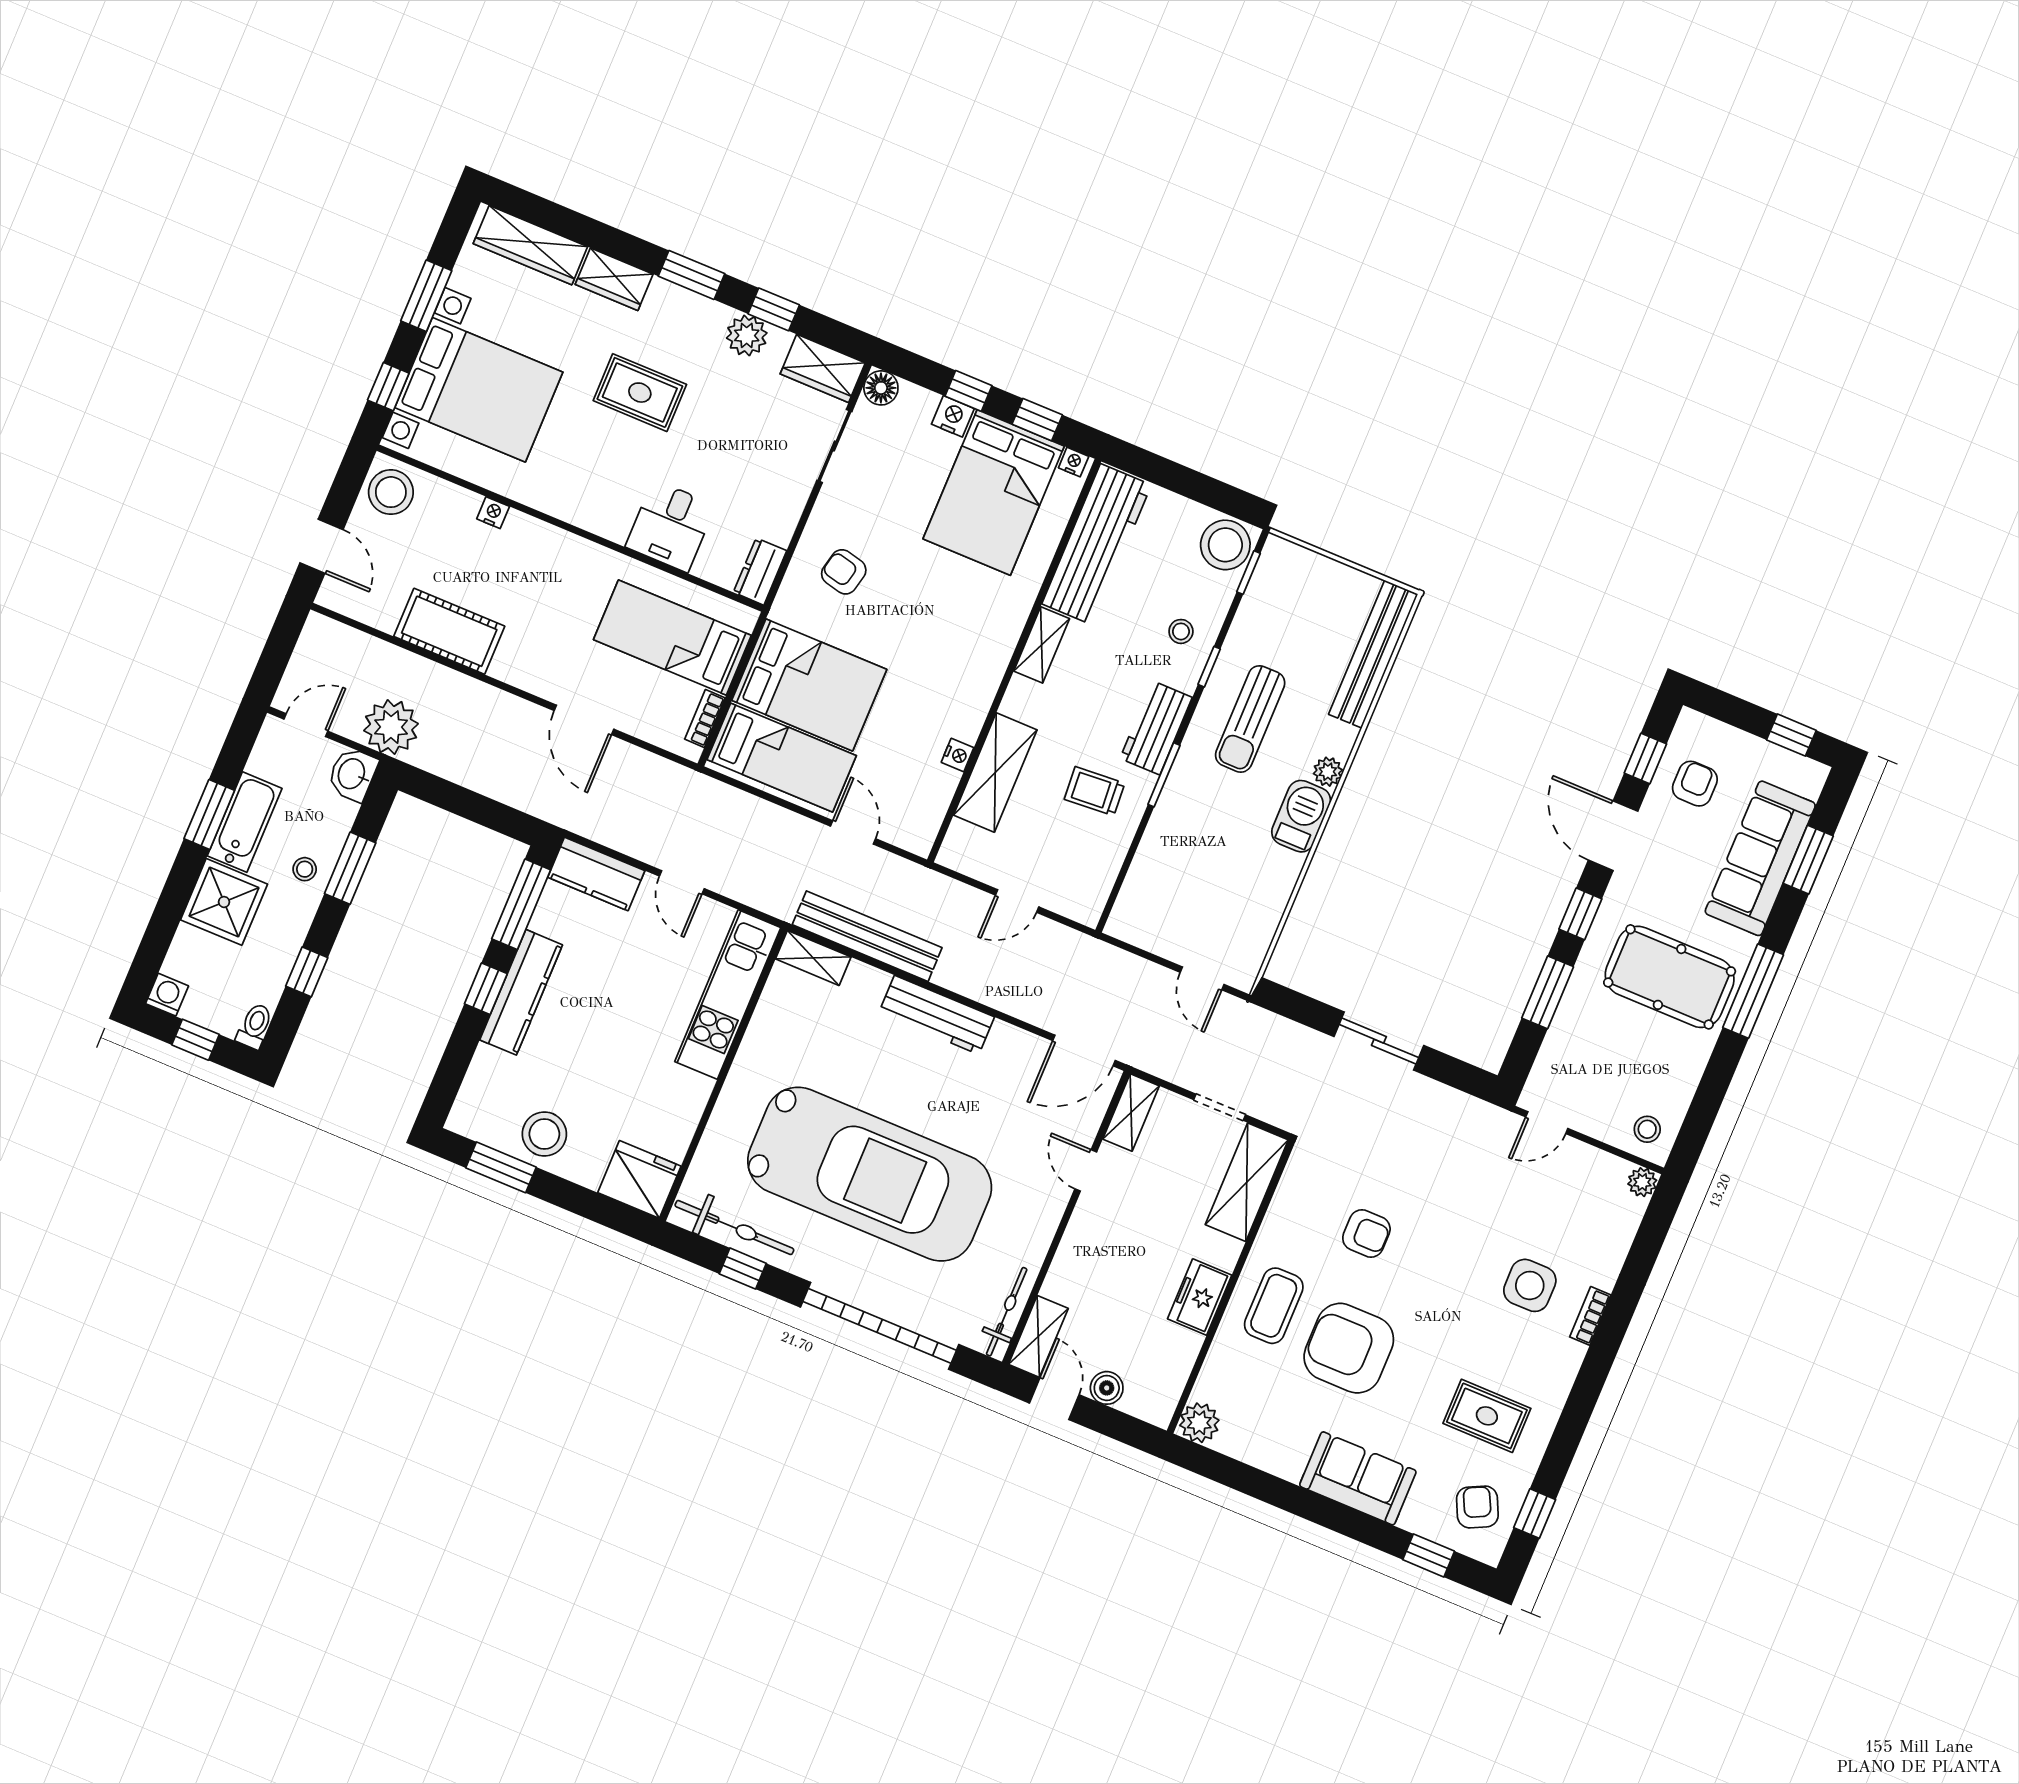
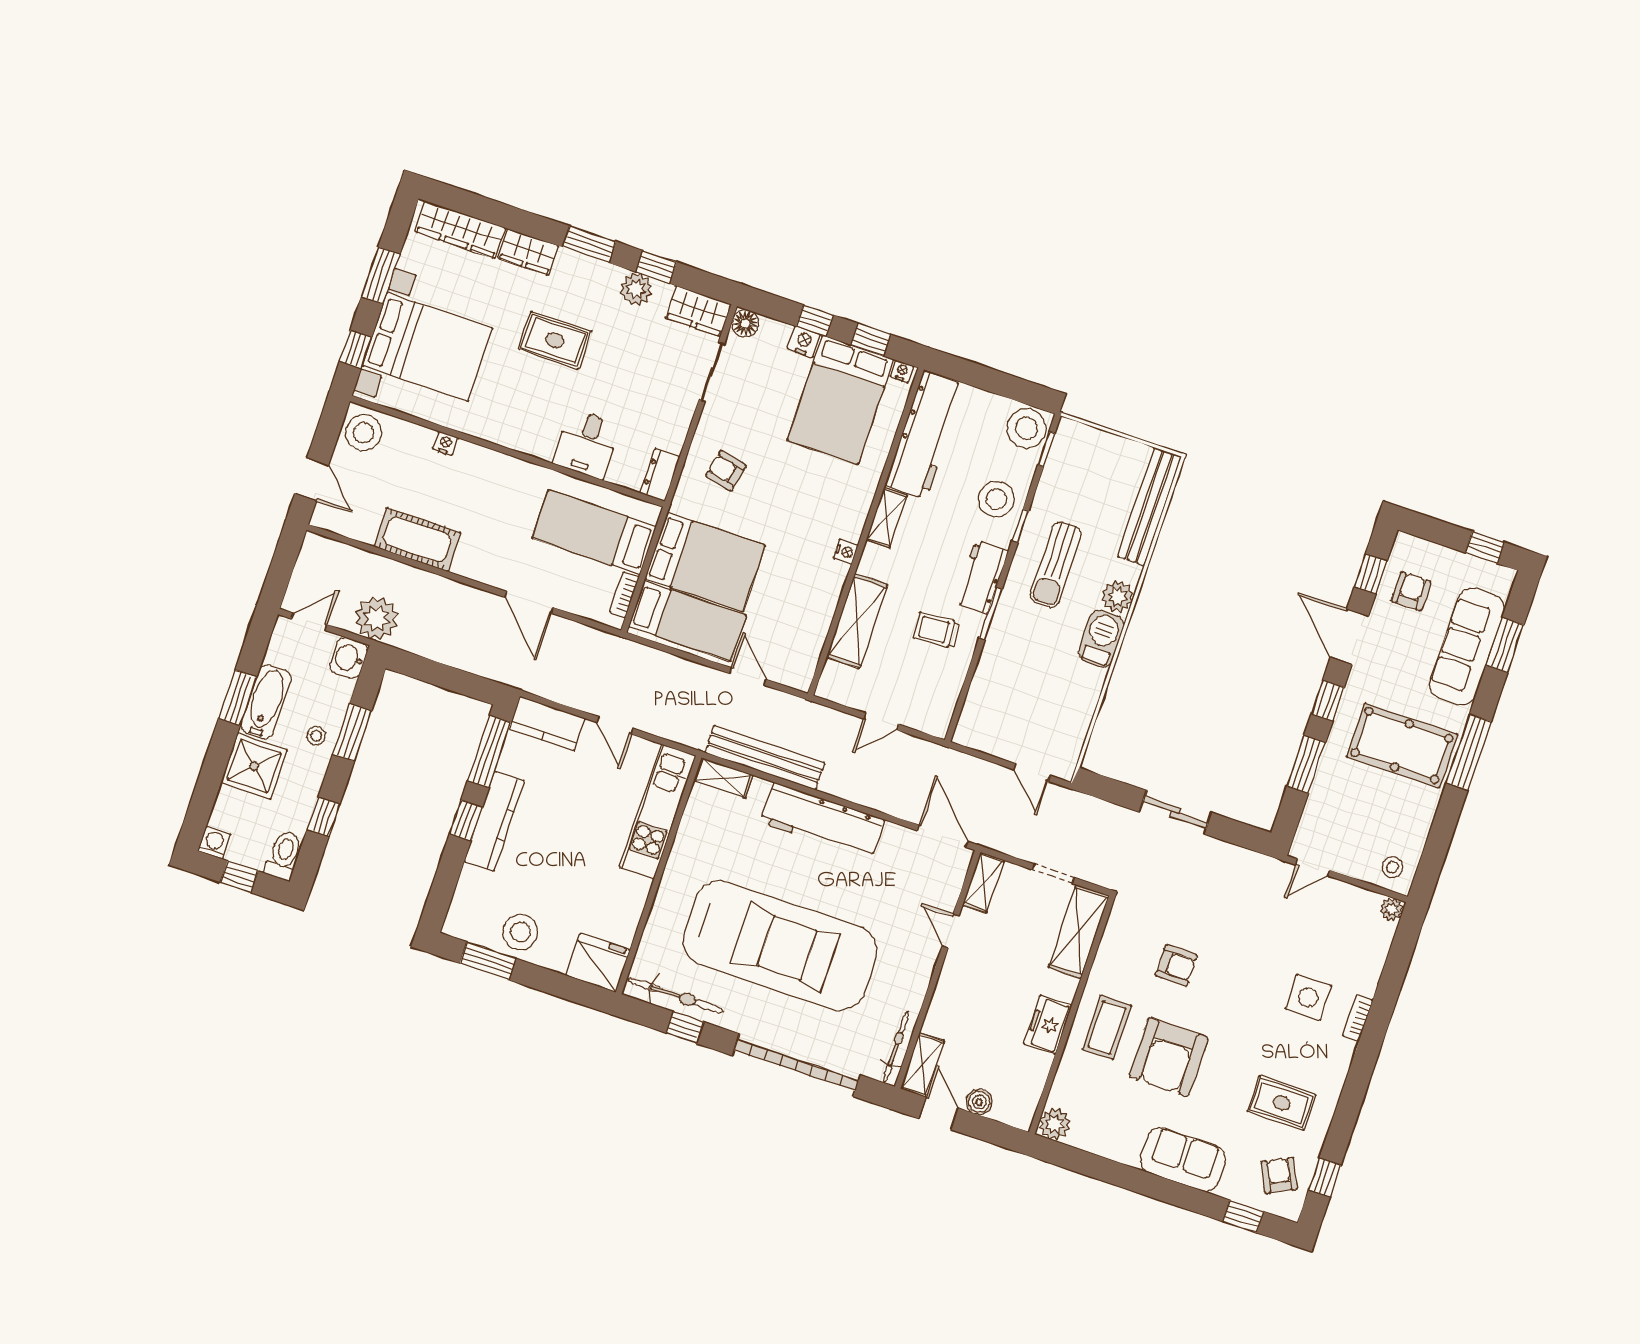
stool: (1181, 631) -> (996, 499), width x1.89, depth x1.89
nightstand: (958, 755) -> (846, 552), moved
plant: (1328, 772) -> (1117, 596), width x1.38, depth x1.38
workbench: (937, 1015) -> (822, 821), width x1.36, depth x1.32
toilet: (255, 1026) -> (284, 855), width x1.37, depth x1.39
door: (1084, 1051) -> (943, 836), swing flipped
armchair: (1349, 1348) -> (1169, 1057), turned -90

